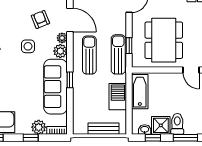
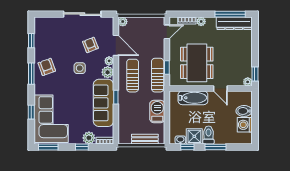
bathtub: (140, 92) -> (193, 98), moved, turned 90

